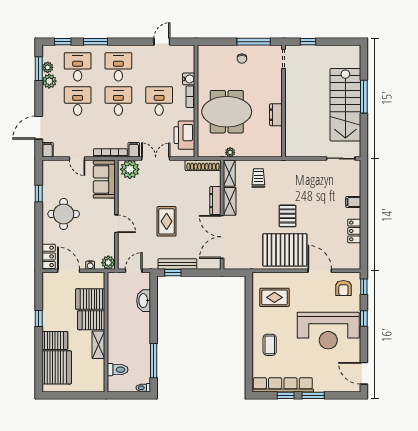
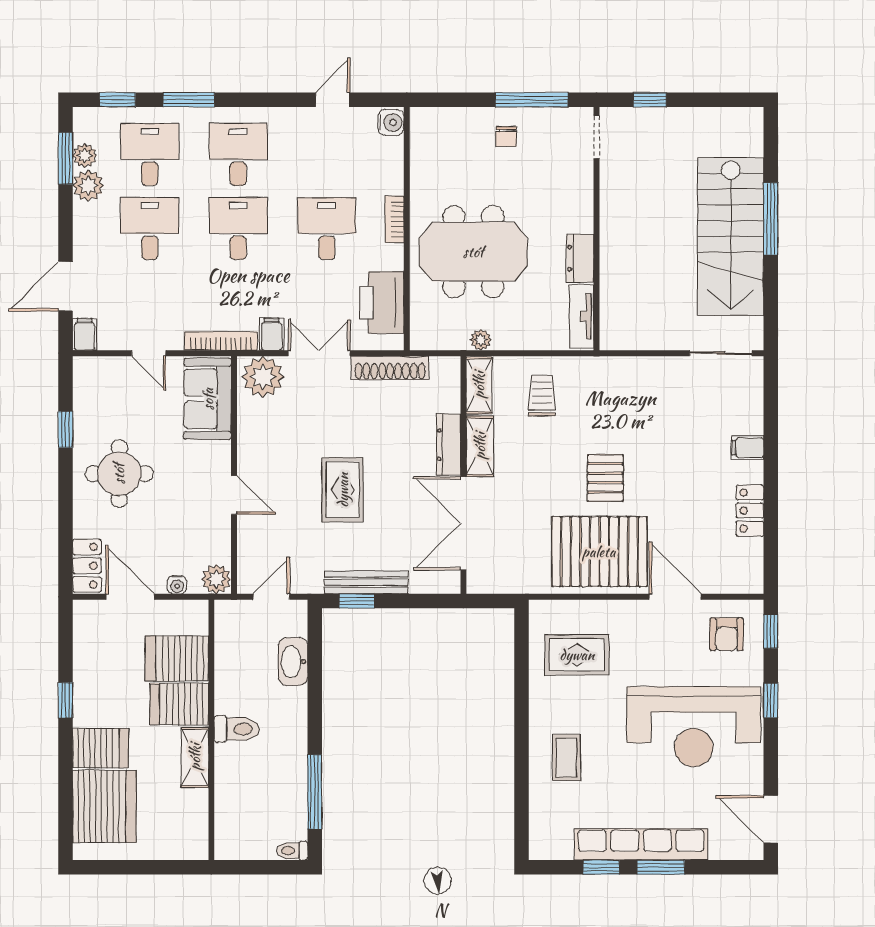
water cooler: (189, 79) -> (391, 123), moved
tv unit: (277, 141) -> (582, 316), added
shoe rack: (203, 165) -> (390, 368), moved
toilet: (118, 370) -> (237, 729), moved
row of seats: (283, 385) -> (641, 844), moved

